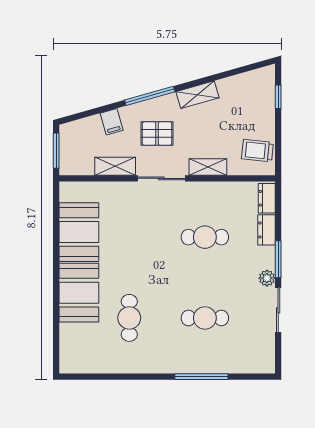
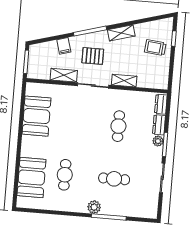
trolley: (257, 151) -> (155, 48), moved
cafe table: (205, 237) -> (118, 126), turned 90
plant: (267, 278) -> (158, 141), moved
booth: (79, 293) -> (31, 178), moved
plant: (178, 364) -> (94, 207), added

